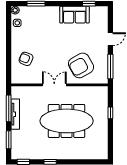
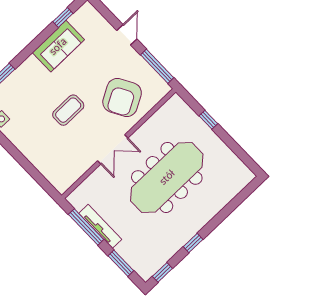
coffee table: (51, 48) -> (68, 110), added
armchair: (26, 59) -> (51, 151), removed
double door: (54, 85) -> (113, 149), swing flipped

